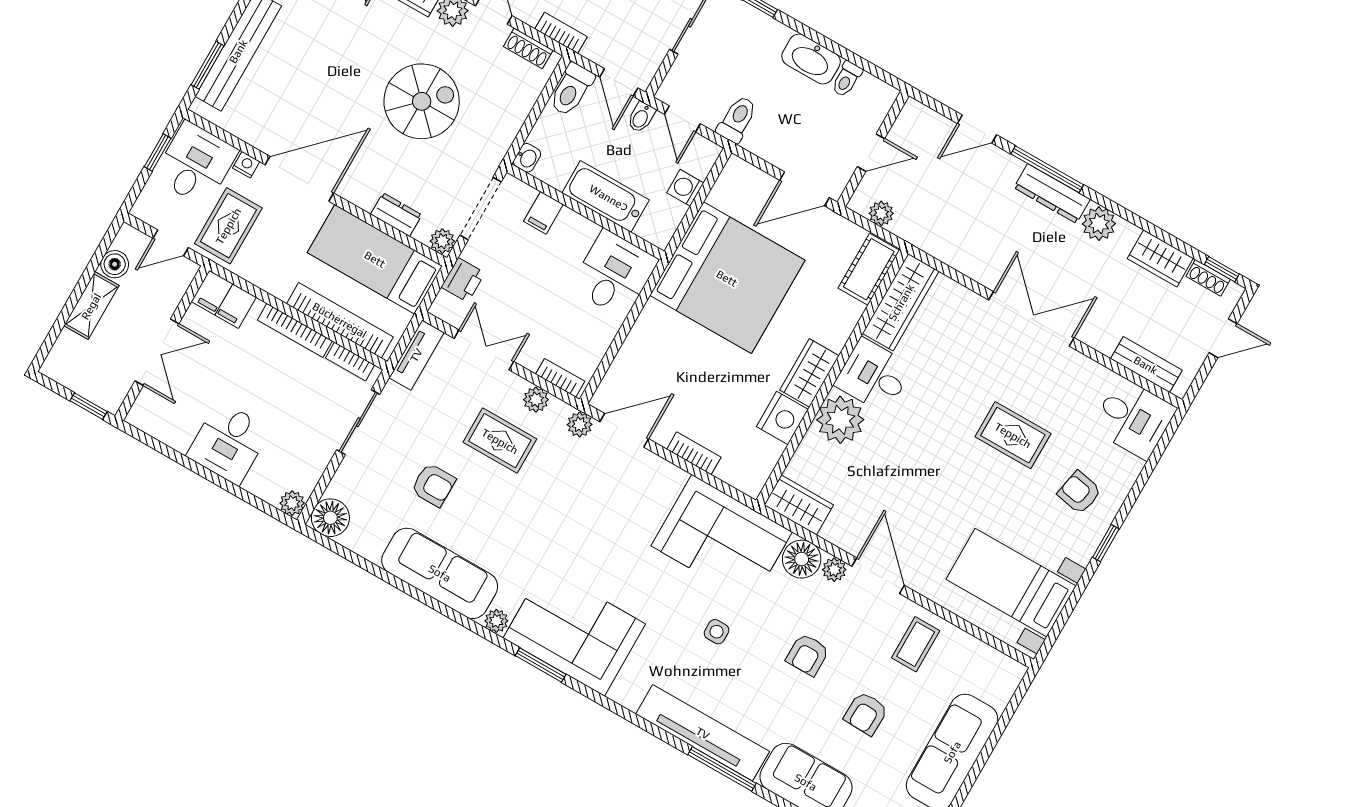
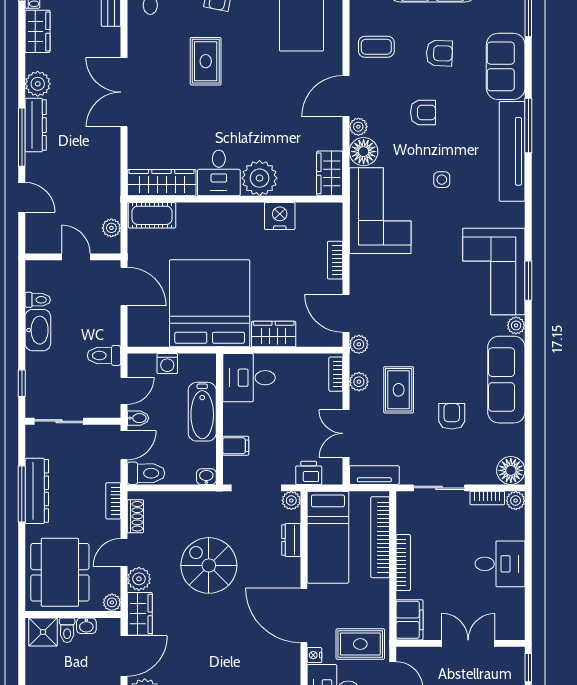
bookcase: (350, 361) -> (487, 498), moved, turned 90
wardrobe: (809, 373) -> (274, 334), moved, turned 180

